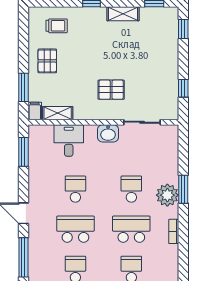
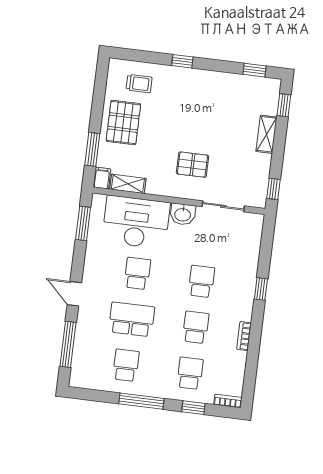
shelving: (123, 14) -> (266, 134), moved, turned 90
pallet: (47, 61) -> (123, 123), width x1.50, depth x1.42
window: (183, 88) -> (273, 189), moved
desk: (69, 140) -> (136, 222), width x1.87, depth x1.30
window: (183, 189) -> (261, 289), width x0.67
plant: (167, 195) -> (242, 294), removed
school desk: (131, 229) -> (196, 327), width x0.54

